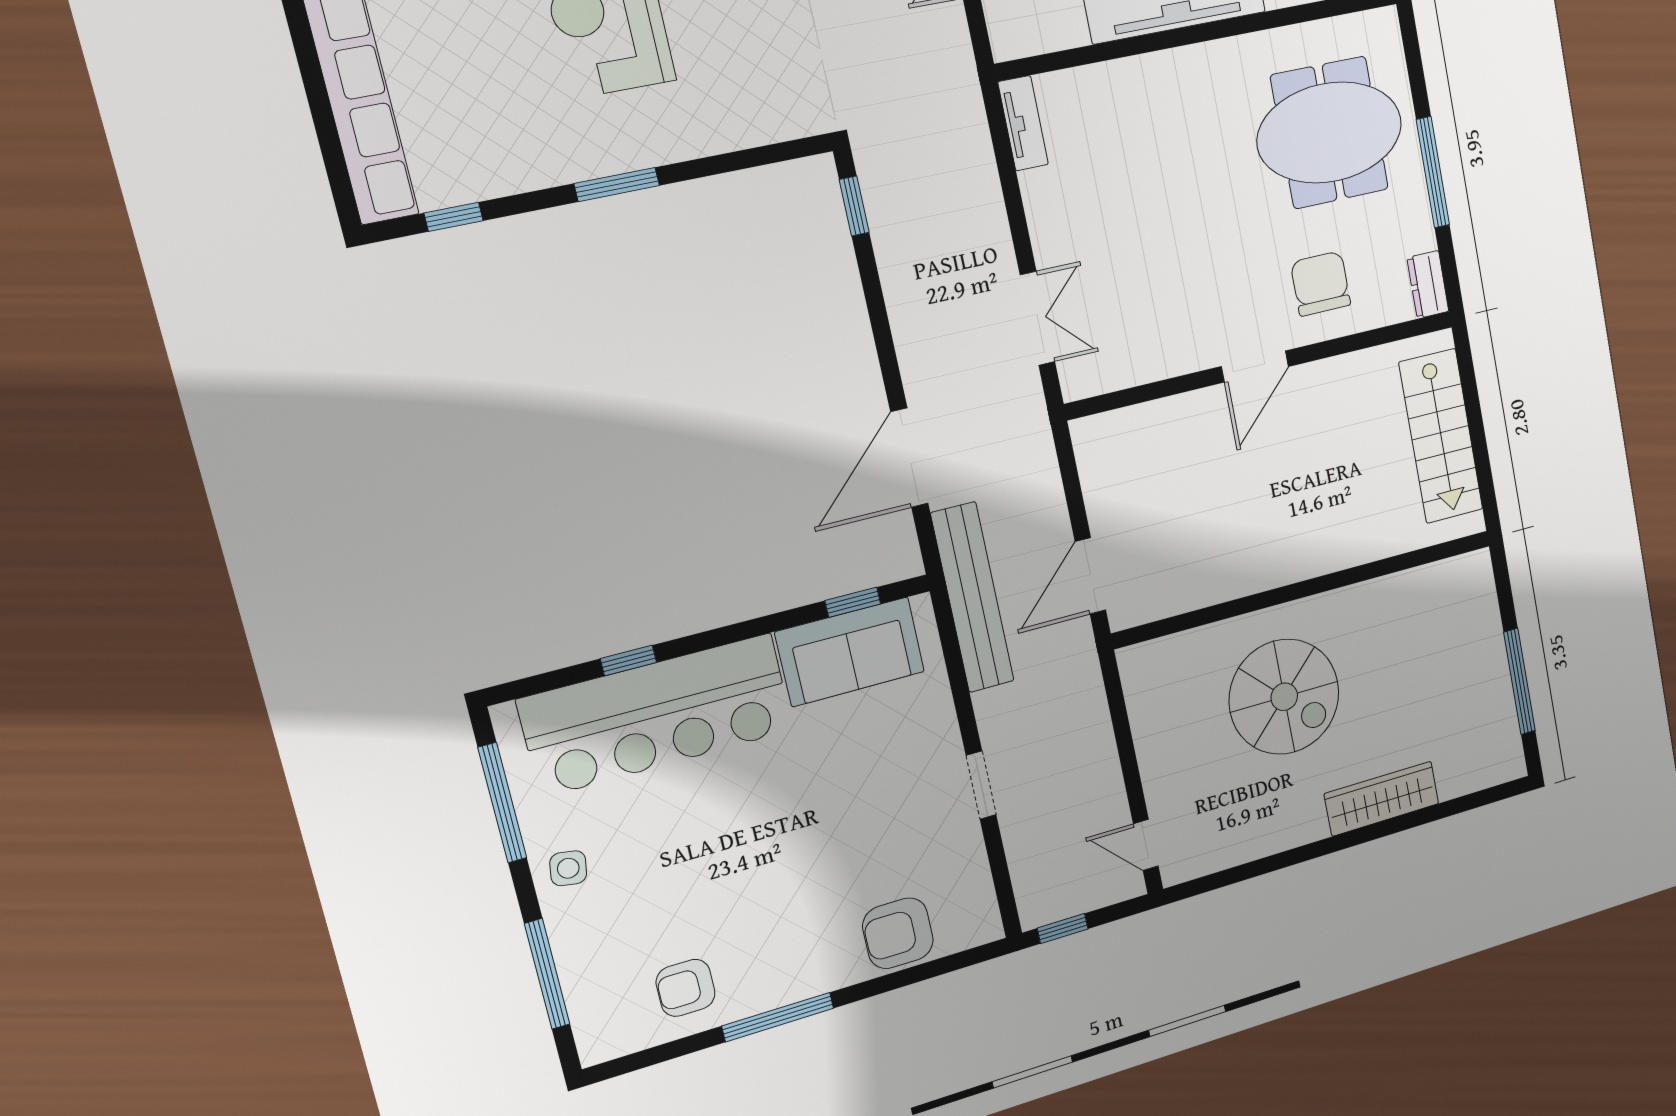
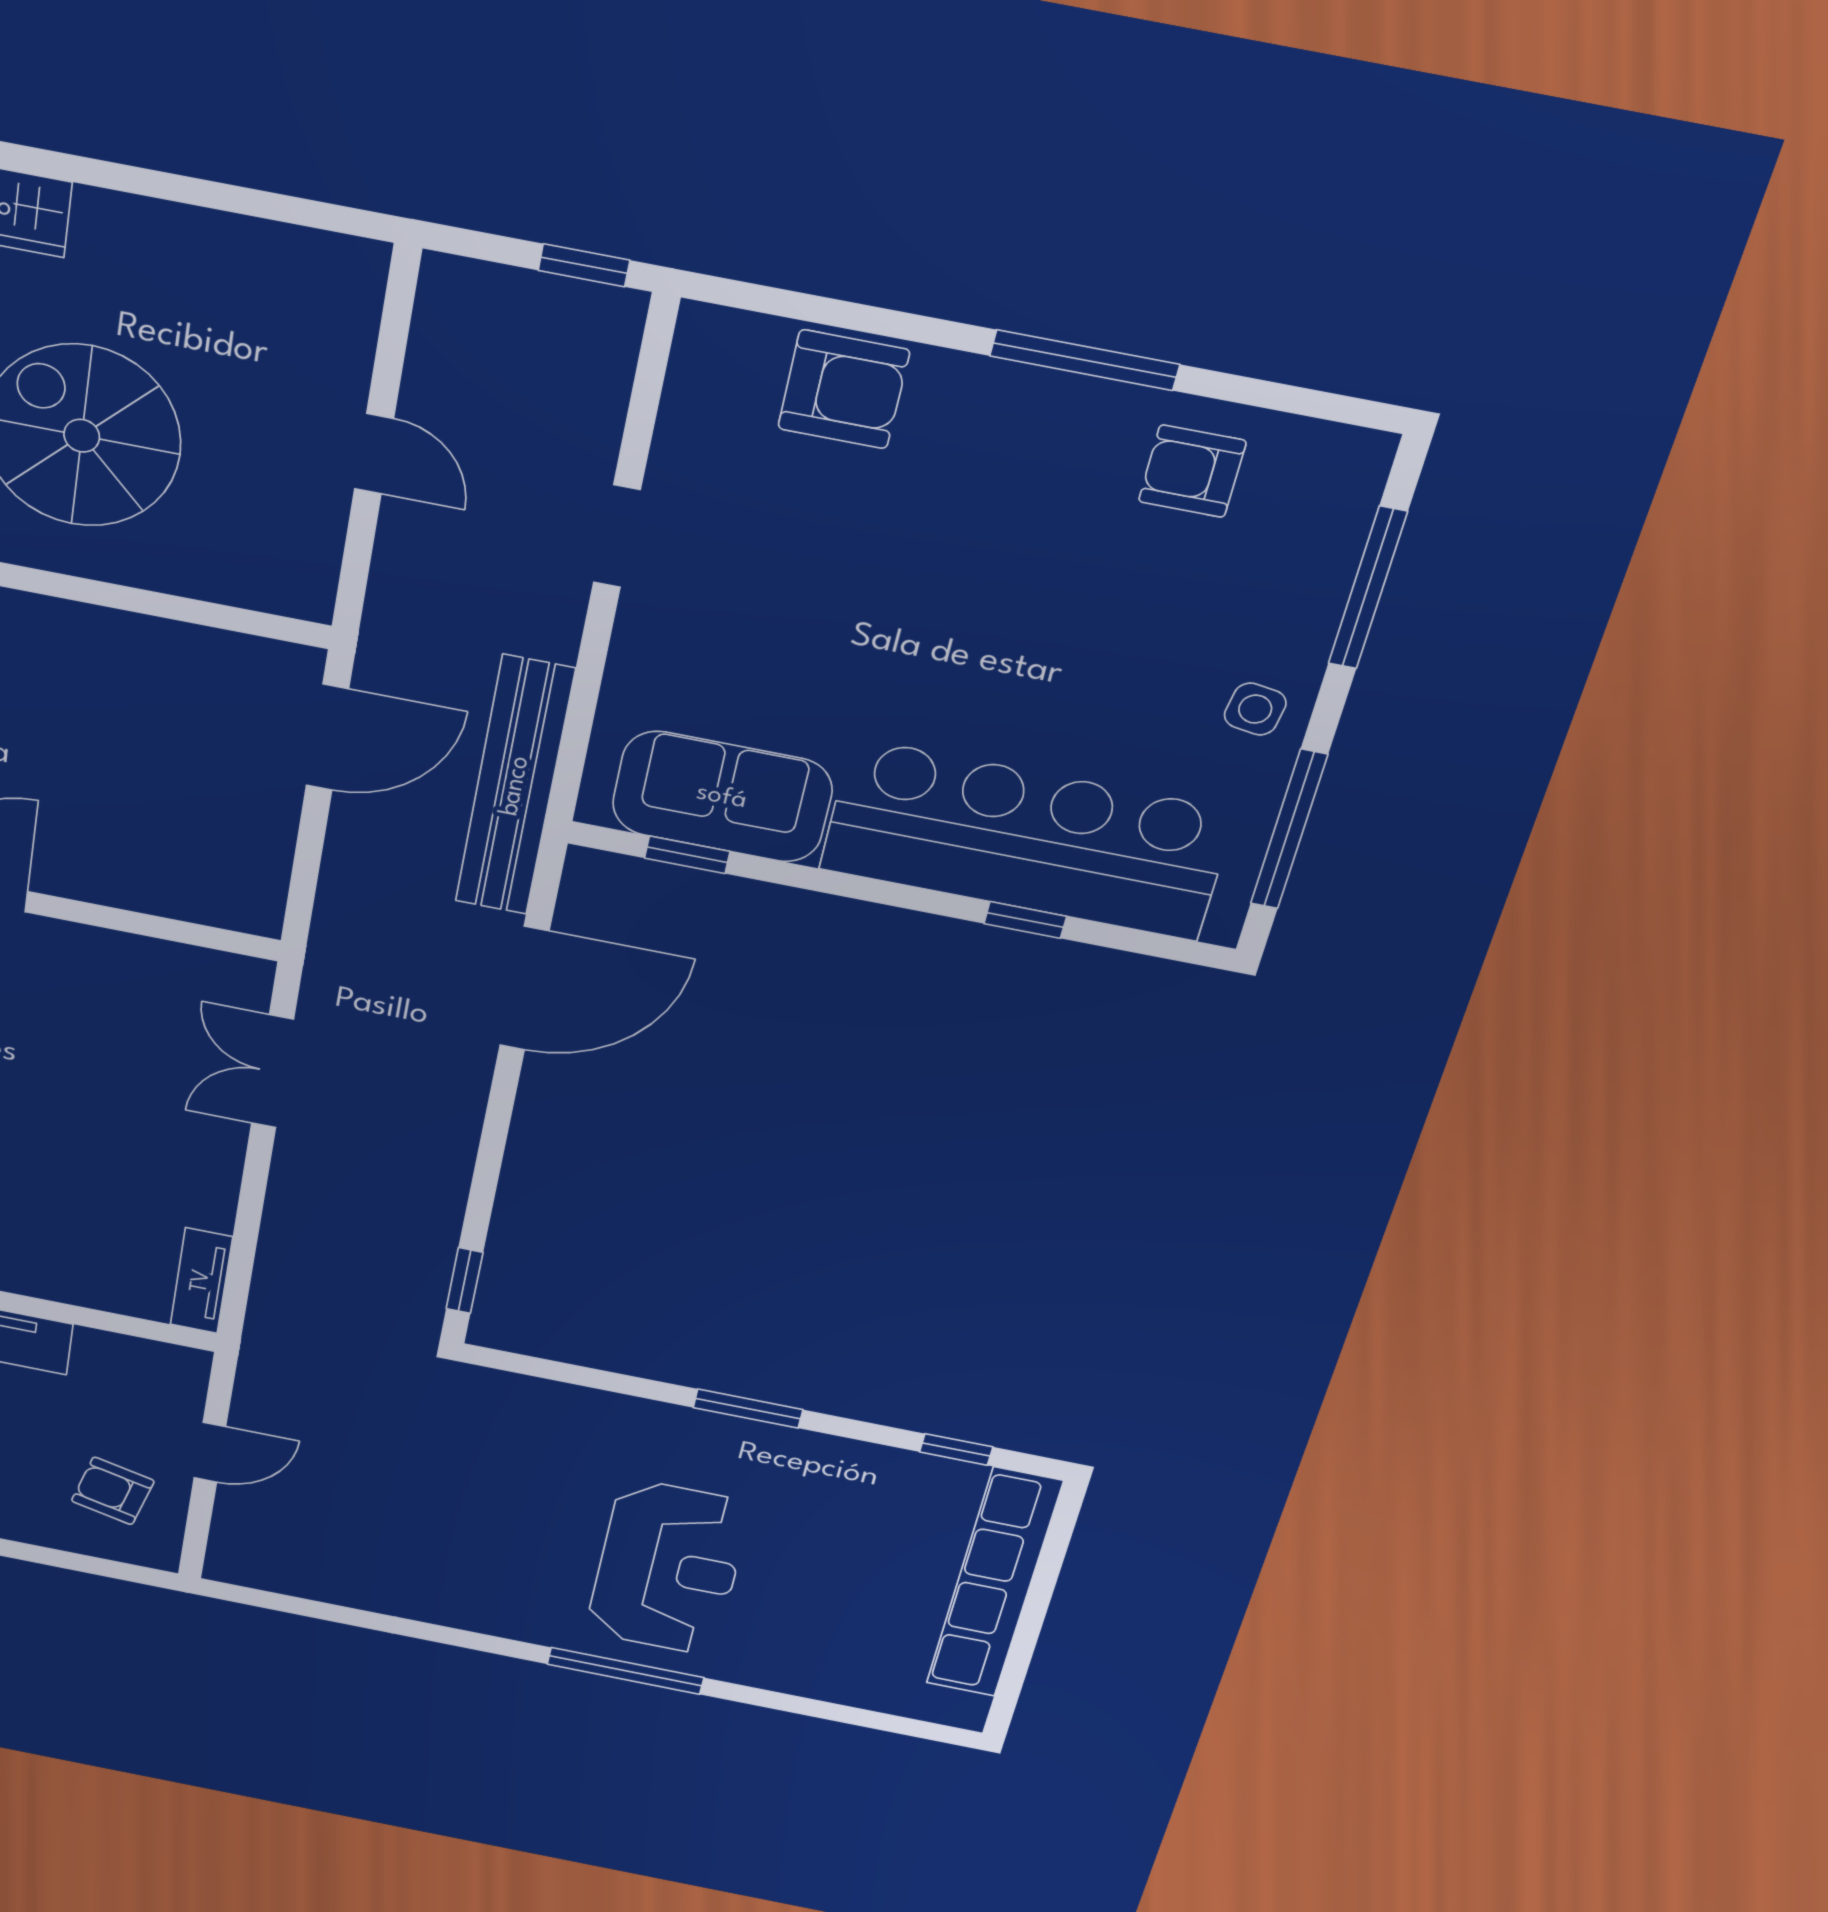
door: (1146, 845) -> (374, 454), moved
armchair: (686, 988) -> (1192, 471), turned 180

